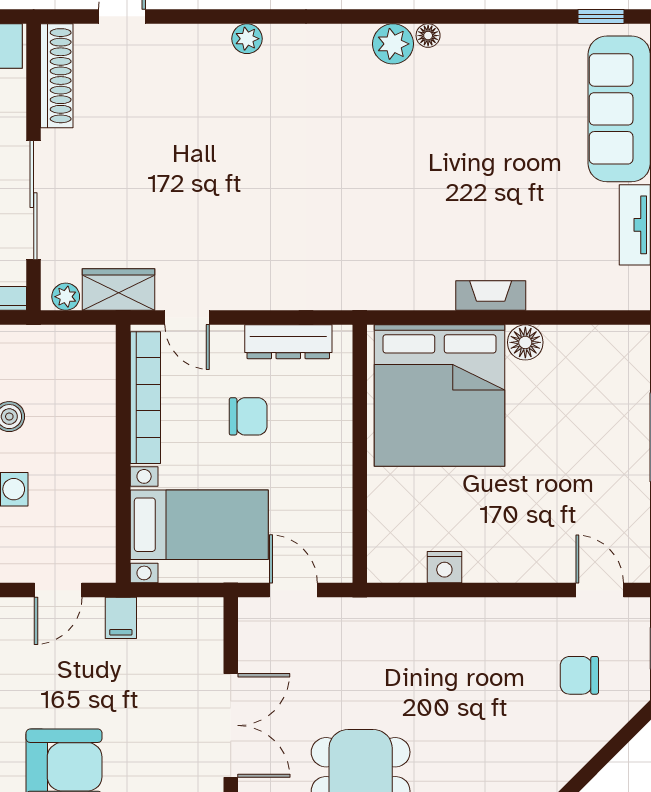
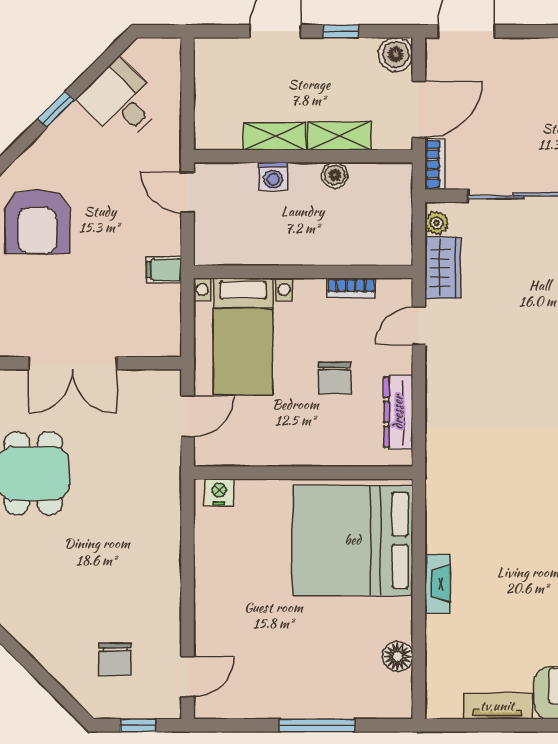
floor lamp: (525, 342) -> (398, 656), moved
bookcase: (145, 398) -> (351, 288), width x0.43, depth x0.76
nightstand: (444, 567) -> (219, 492), moved, turned 90
door: (58, 590) -> (187, 192), moved
chair: (579, 675) -> (115, 659), turned 180

